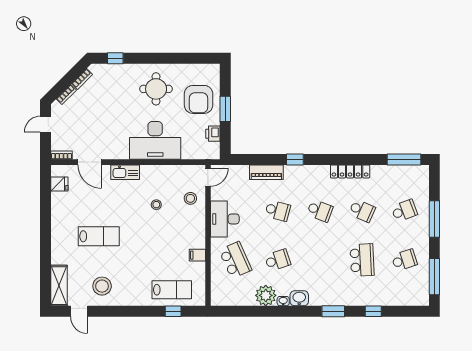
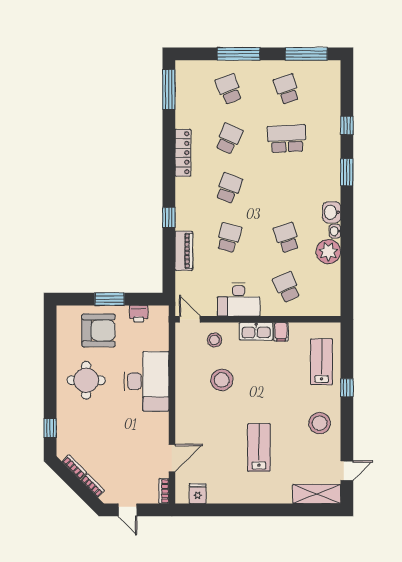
kitchen sink: (125, 172) -> (256, 331), moved, turned 90
stool: (156, 205) -> (222, 380), width x1.89, depth x1.89
school desk: (235, 260) -> (287, 287), width x0.54
stool: (102, 286) -> (320, 423), moved
window: (173, 311) -> (347, 388), moved

